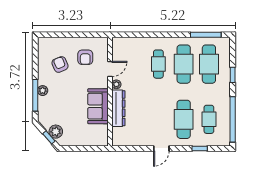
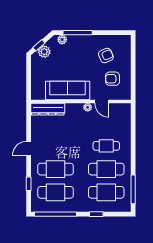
plant: (43, 91) -> (62, 40), moved
sofa: (98, 106) -> (68, 90), width x1.36
dresser: (118, 108) -> (48, 109), moved
cafe table: (209, 119) -> (56, 192), width x1.37, depth x1.35
door: (161, 149) -> (29, 149), hinge flipped

